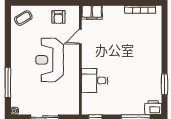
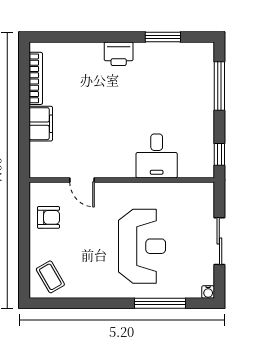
filing cabinet: (92, 12) -> (41, 124), moved
reception desk: (50, 60) -> (142, 246), moved, turned -90
printer: (153, 108) -> (119, 54), moved, turned -90

